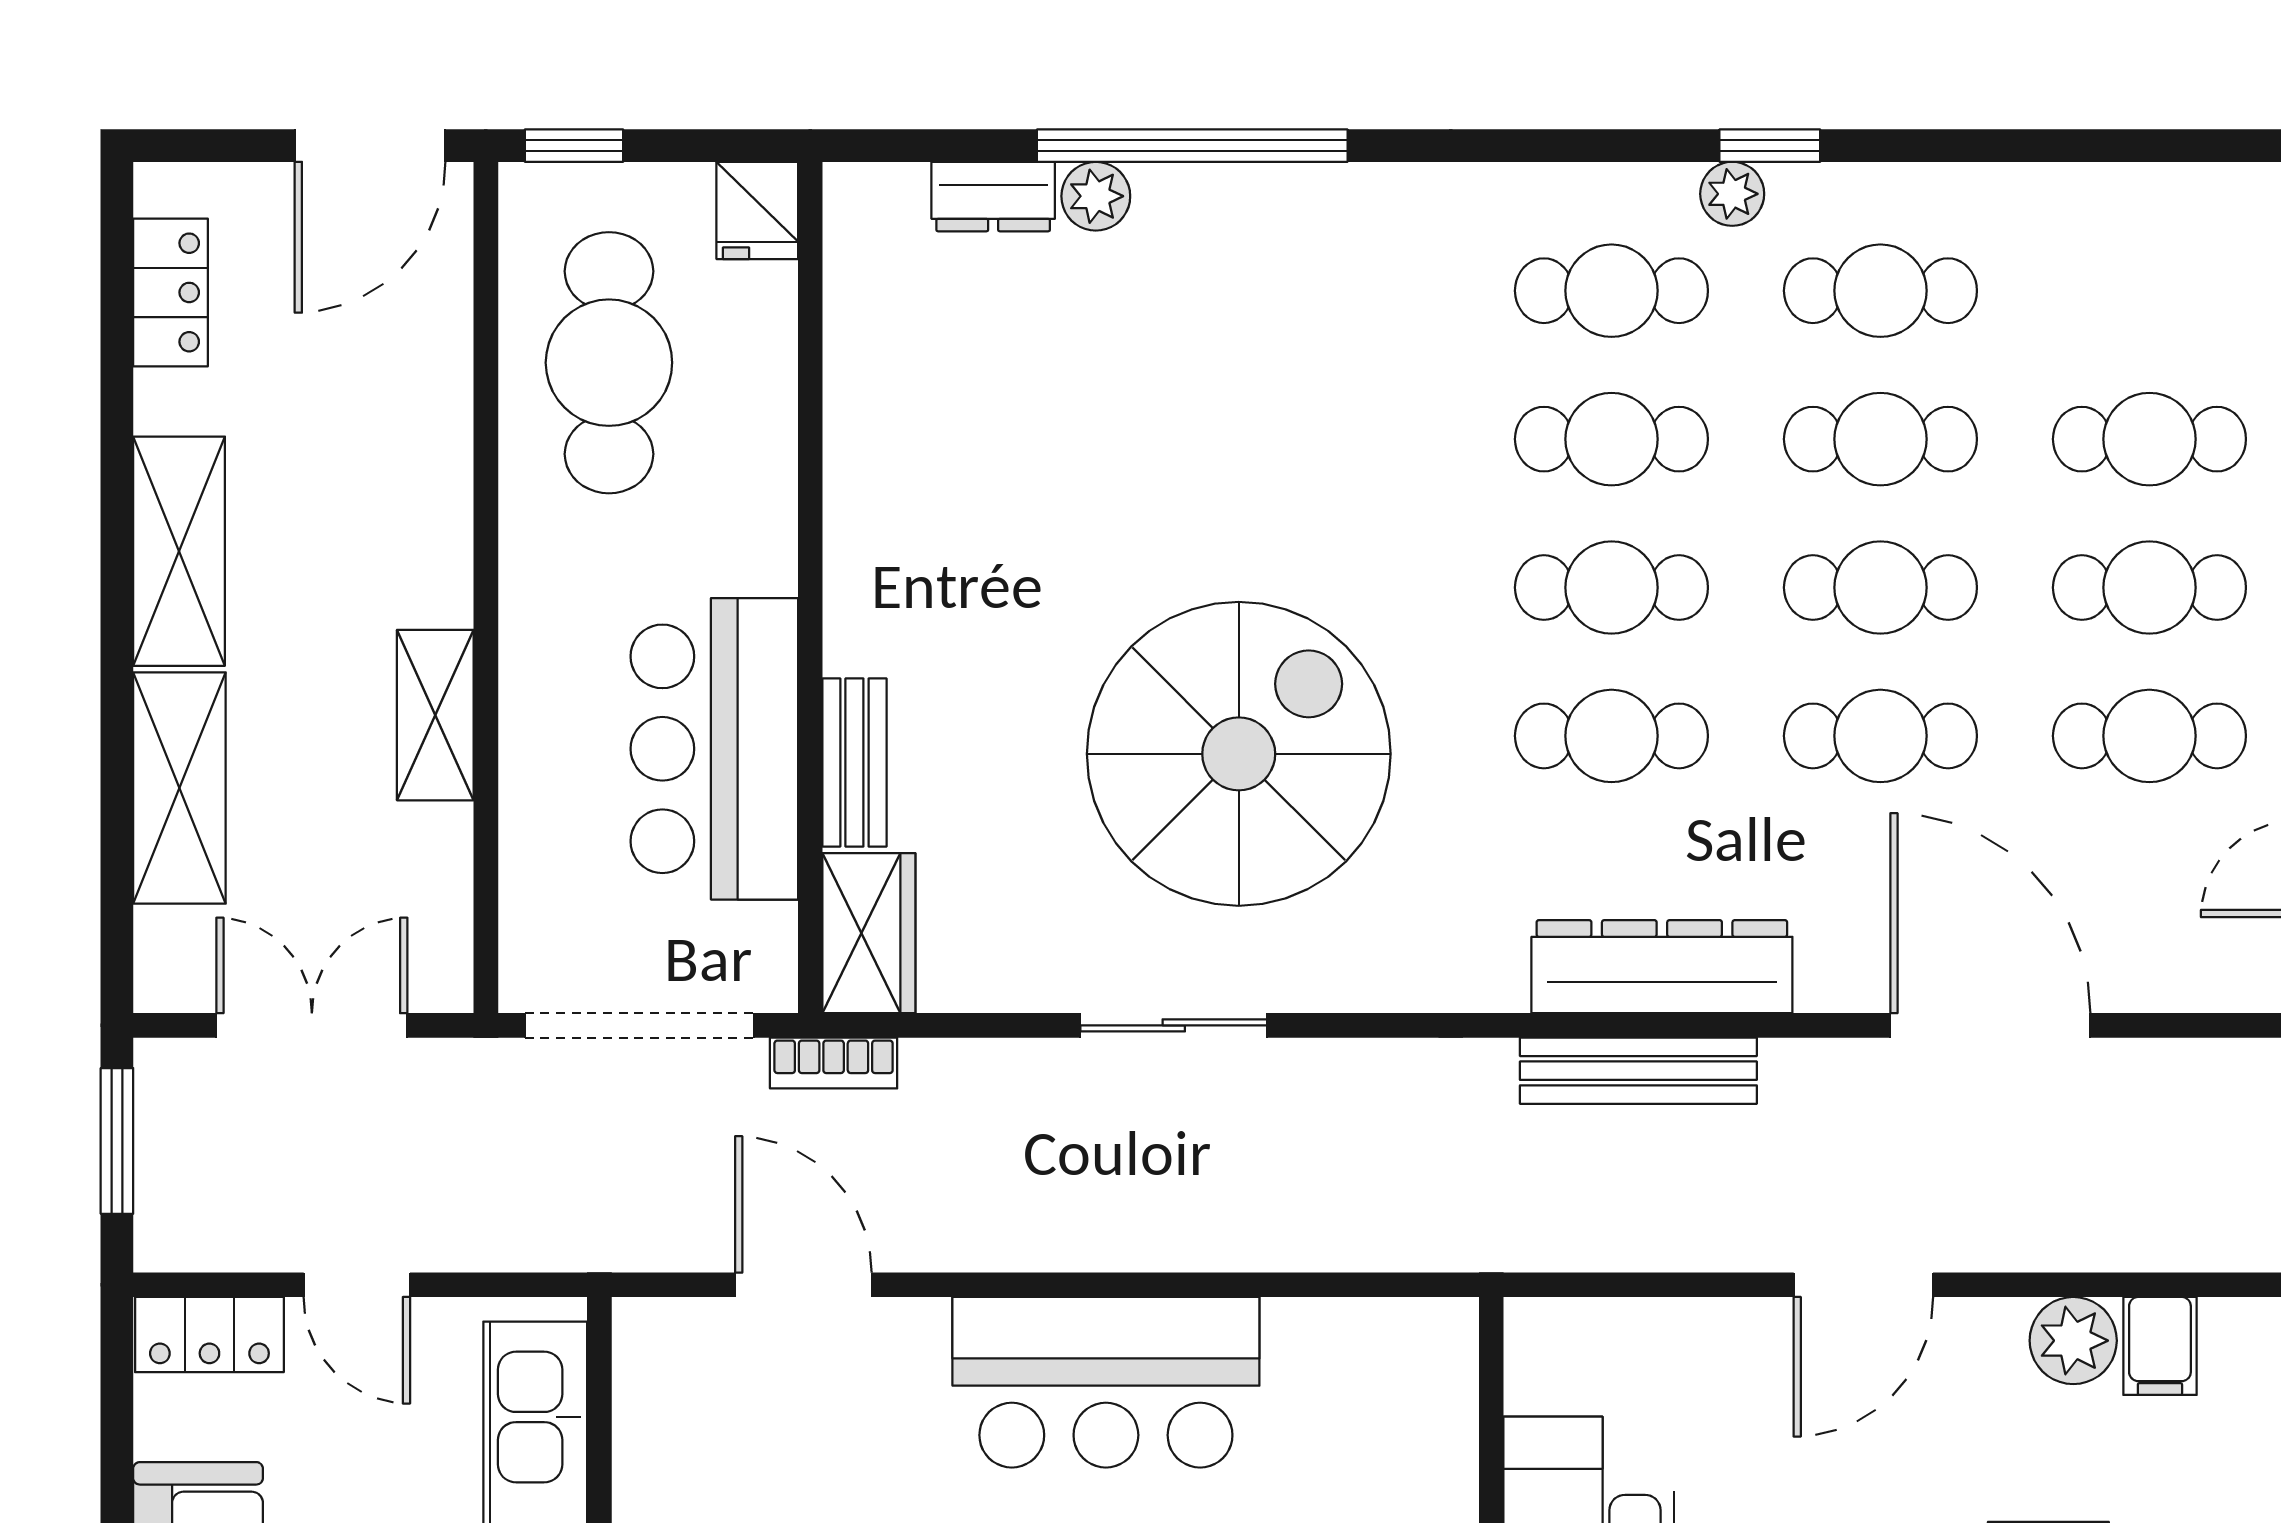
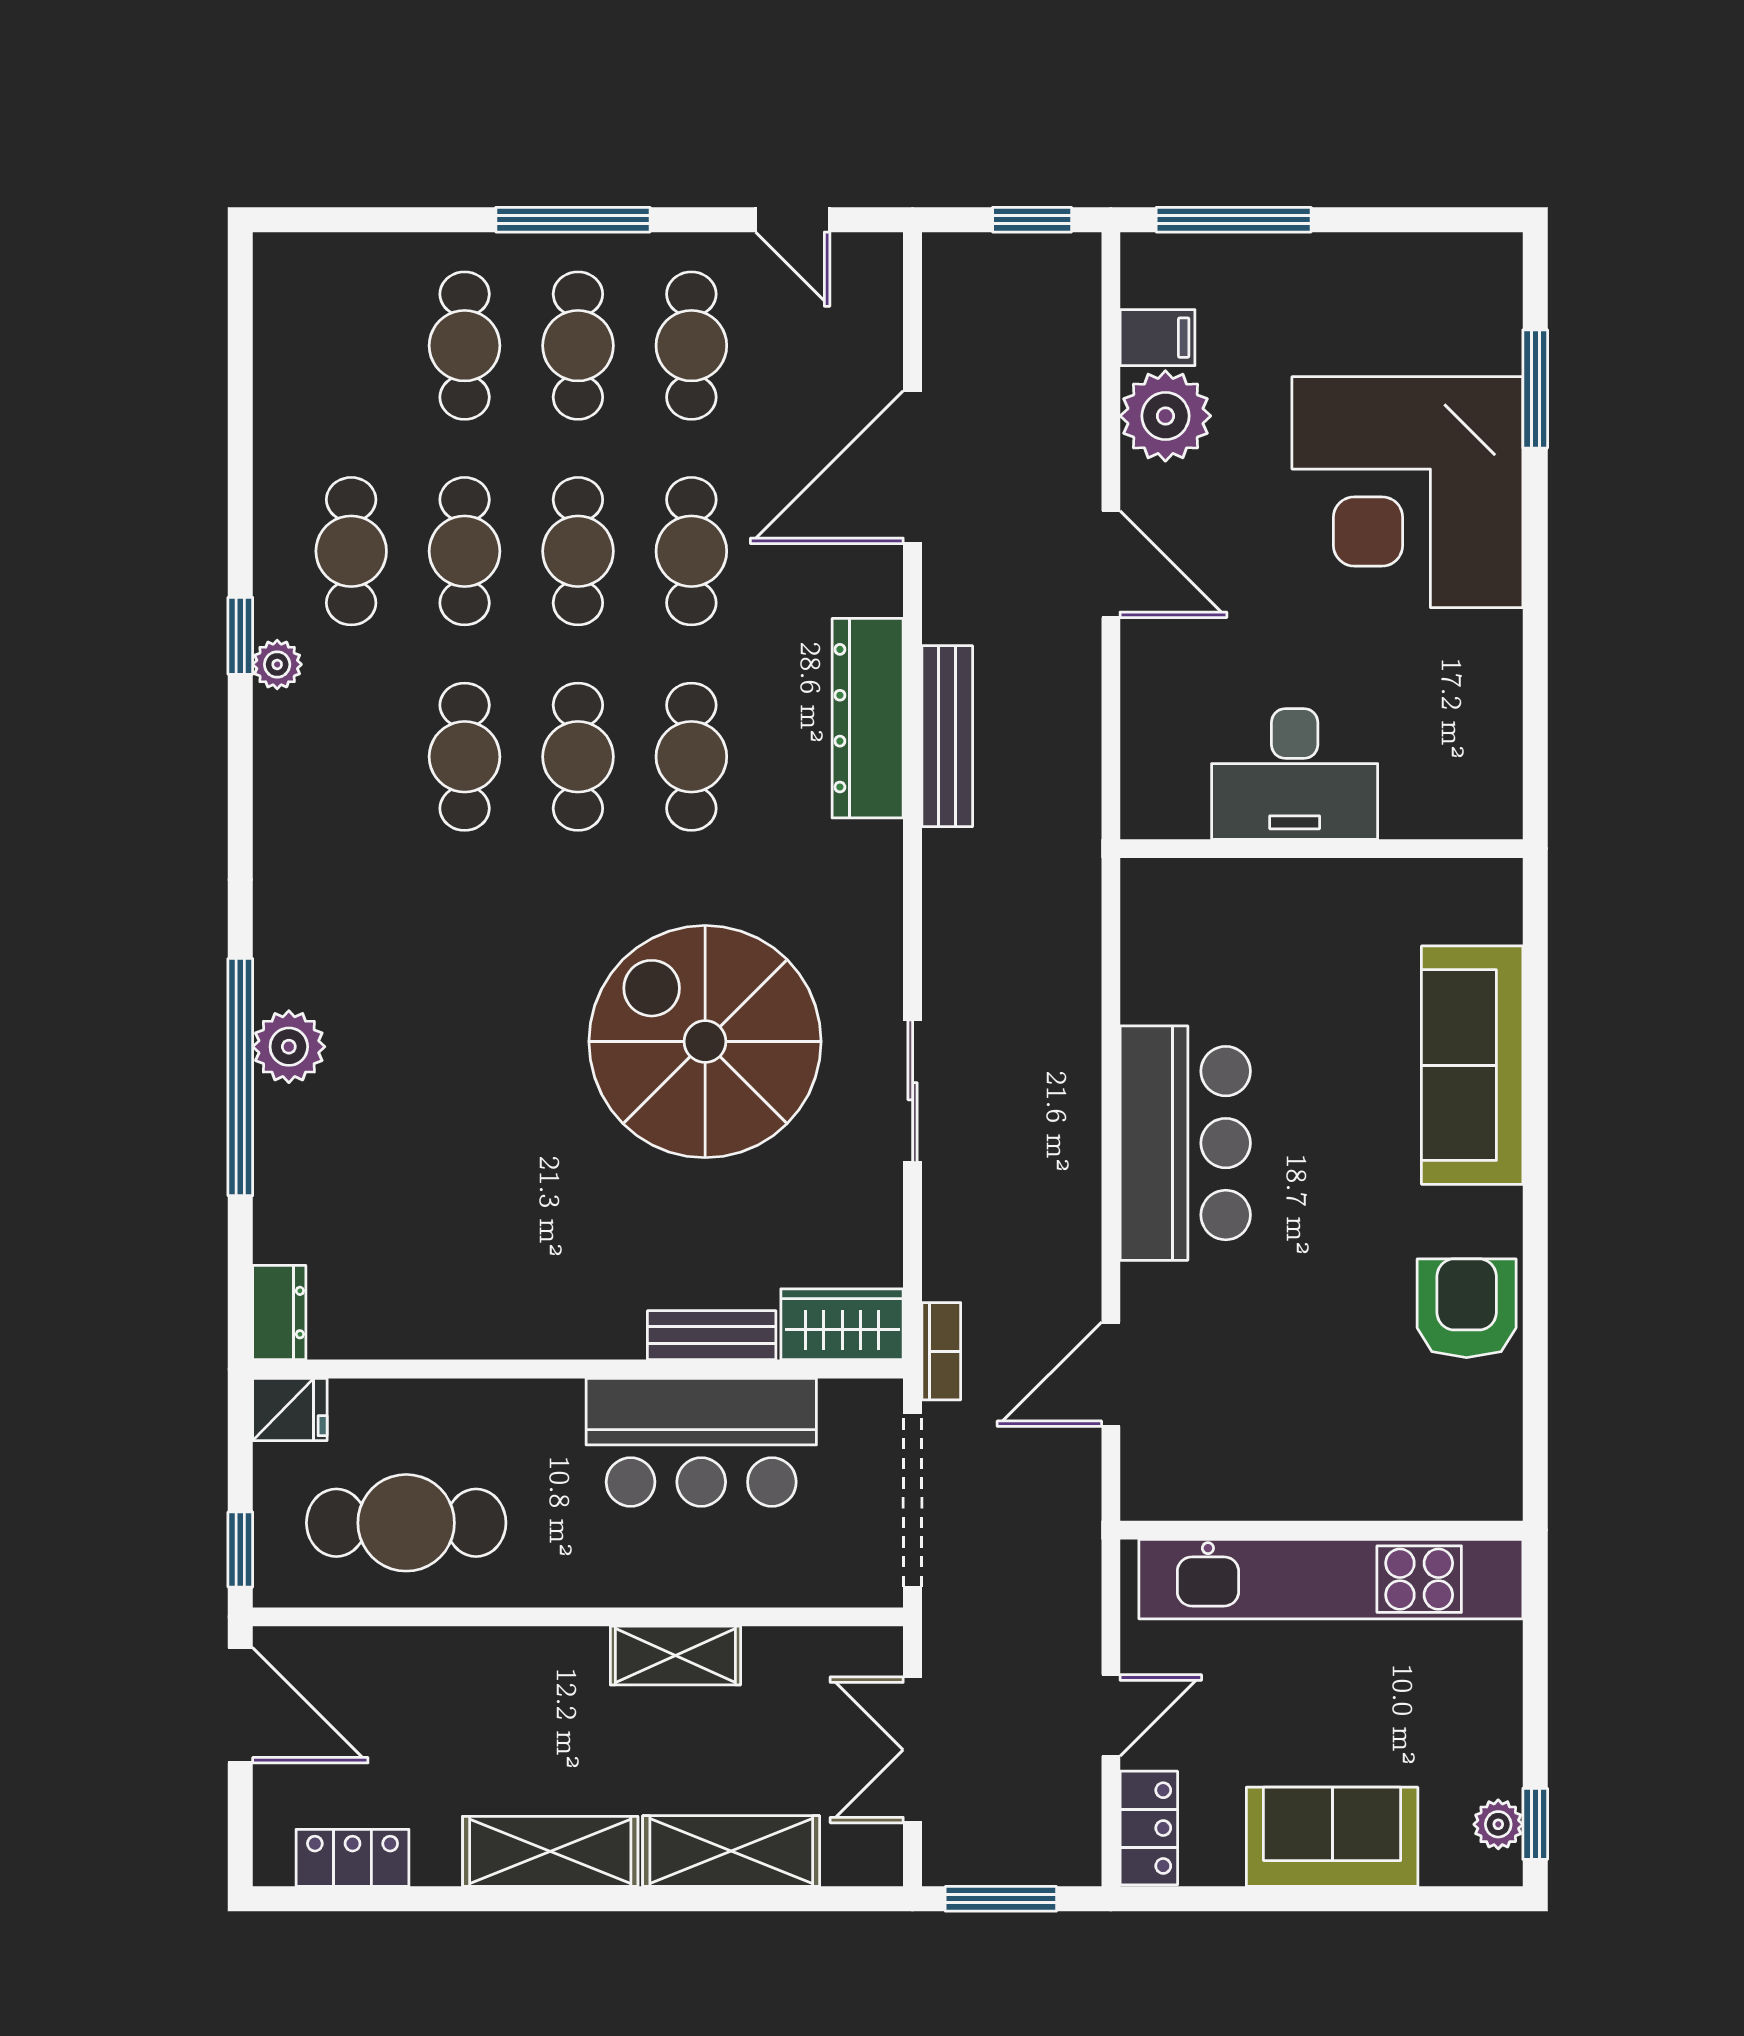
plant: (1096, 196) -> (289, 1047), moved, width x1.38, depth x1.38
dresser: (993, 197) -> (279, 1313), moved
cafe table: (1611, 291) -> (351, 757), removed
plant: (2073, 1341) -> (1165, 416), width x1.36, depth x1.36

